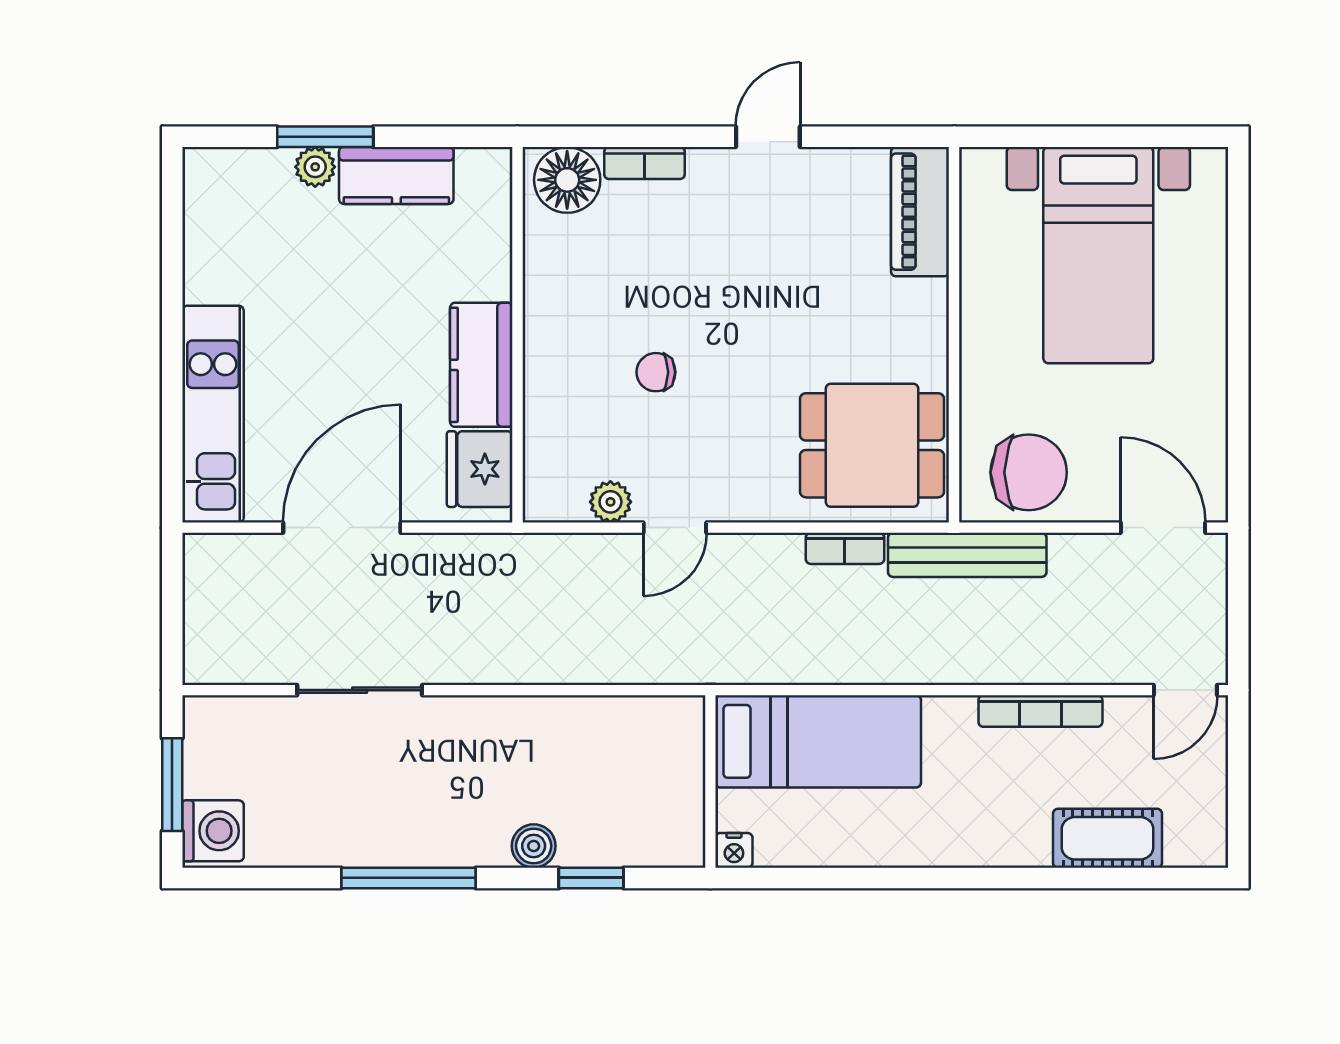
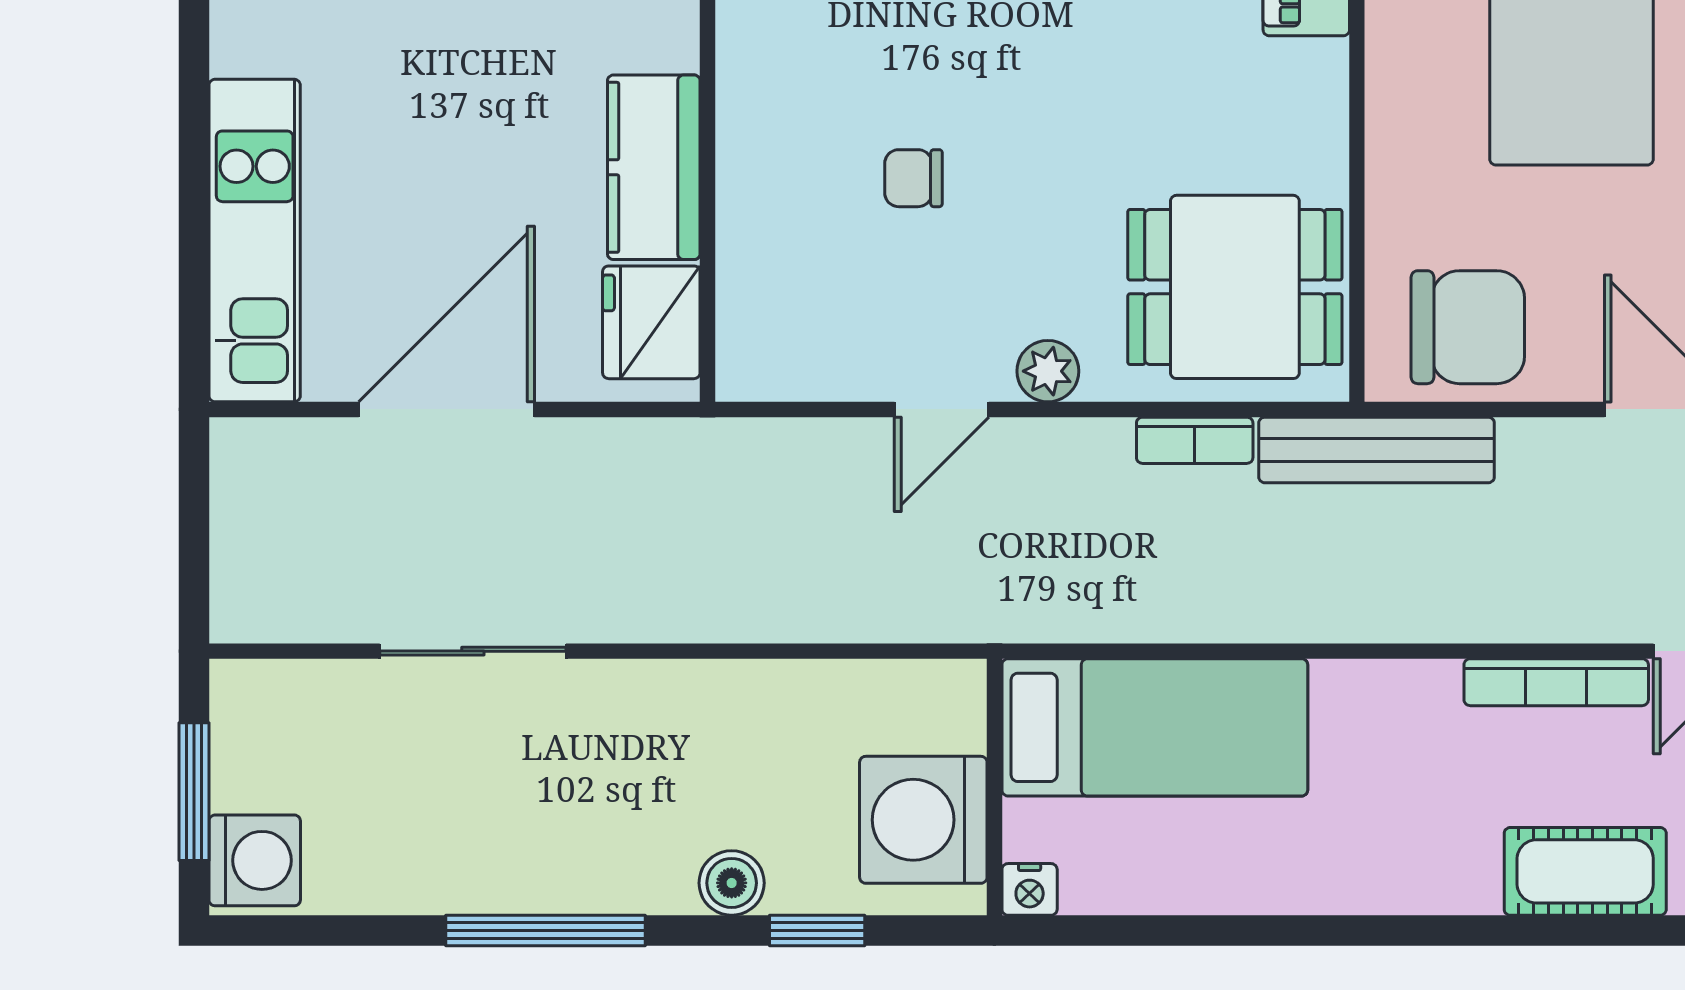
plant: (610, 502) -> (1048, 371), moved
bookcase: (1040, 711) -> (1556, 682), moved
washing machine: (663, 804) -> (923, 820), added

